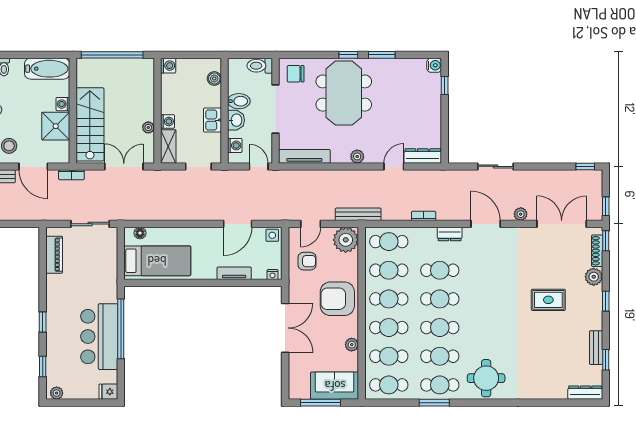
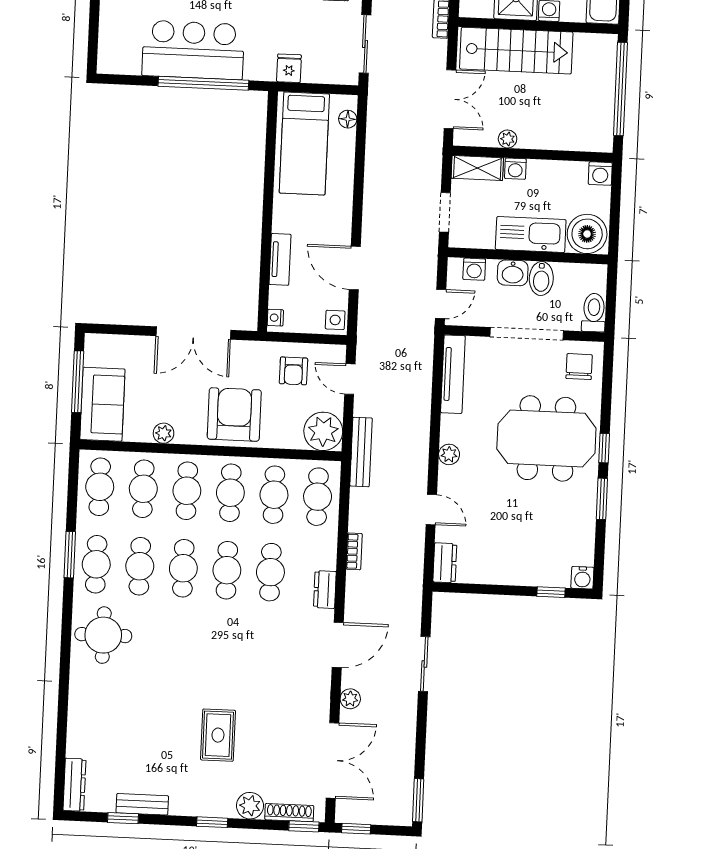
boiler: (214, 78) -> (587, 234), width x1.86, depth x1.86
kitchen sink: (212, 120) -> (531, 235), width x1.87, depth x1.24
dresser: (423, 156) -> (445, 563), width x0.70
window: (585, 166) -> (418, 800), width x1.50
fridge: (108, 392) -> (289, 68), moved

